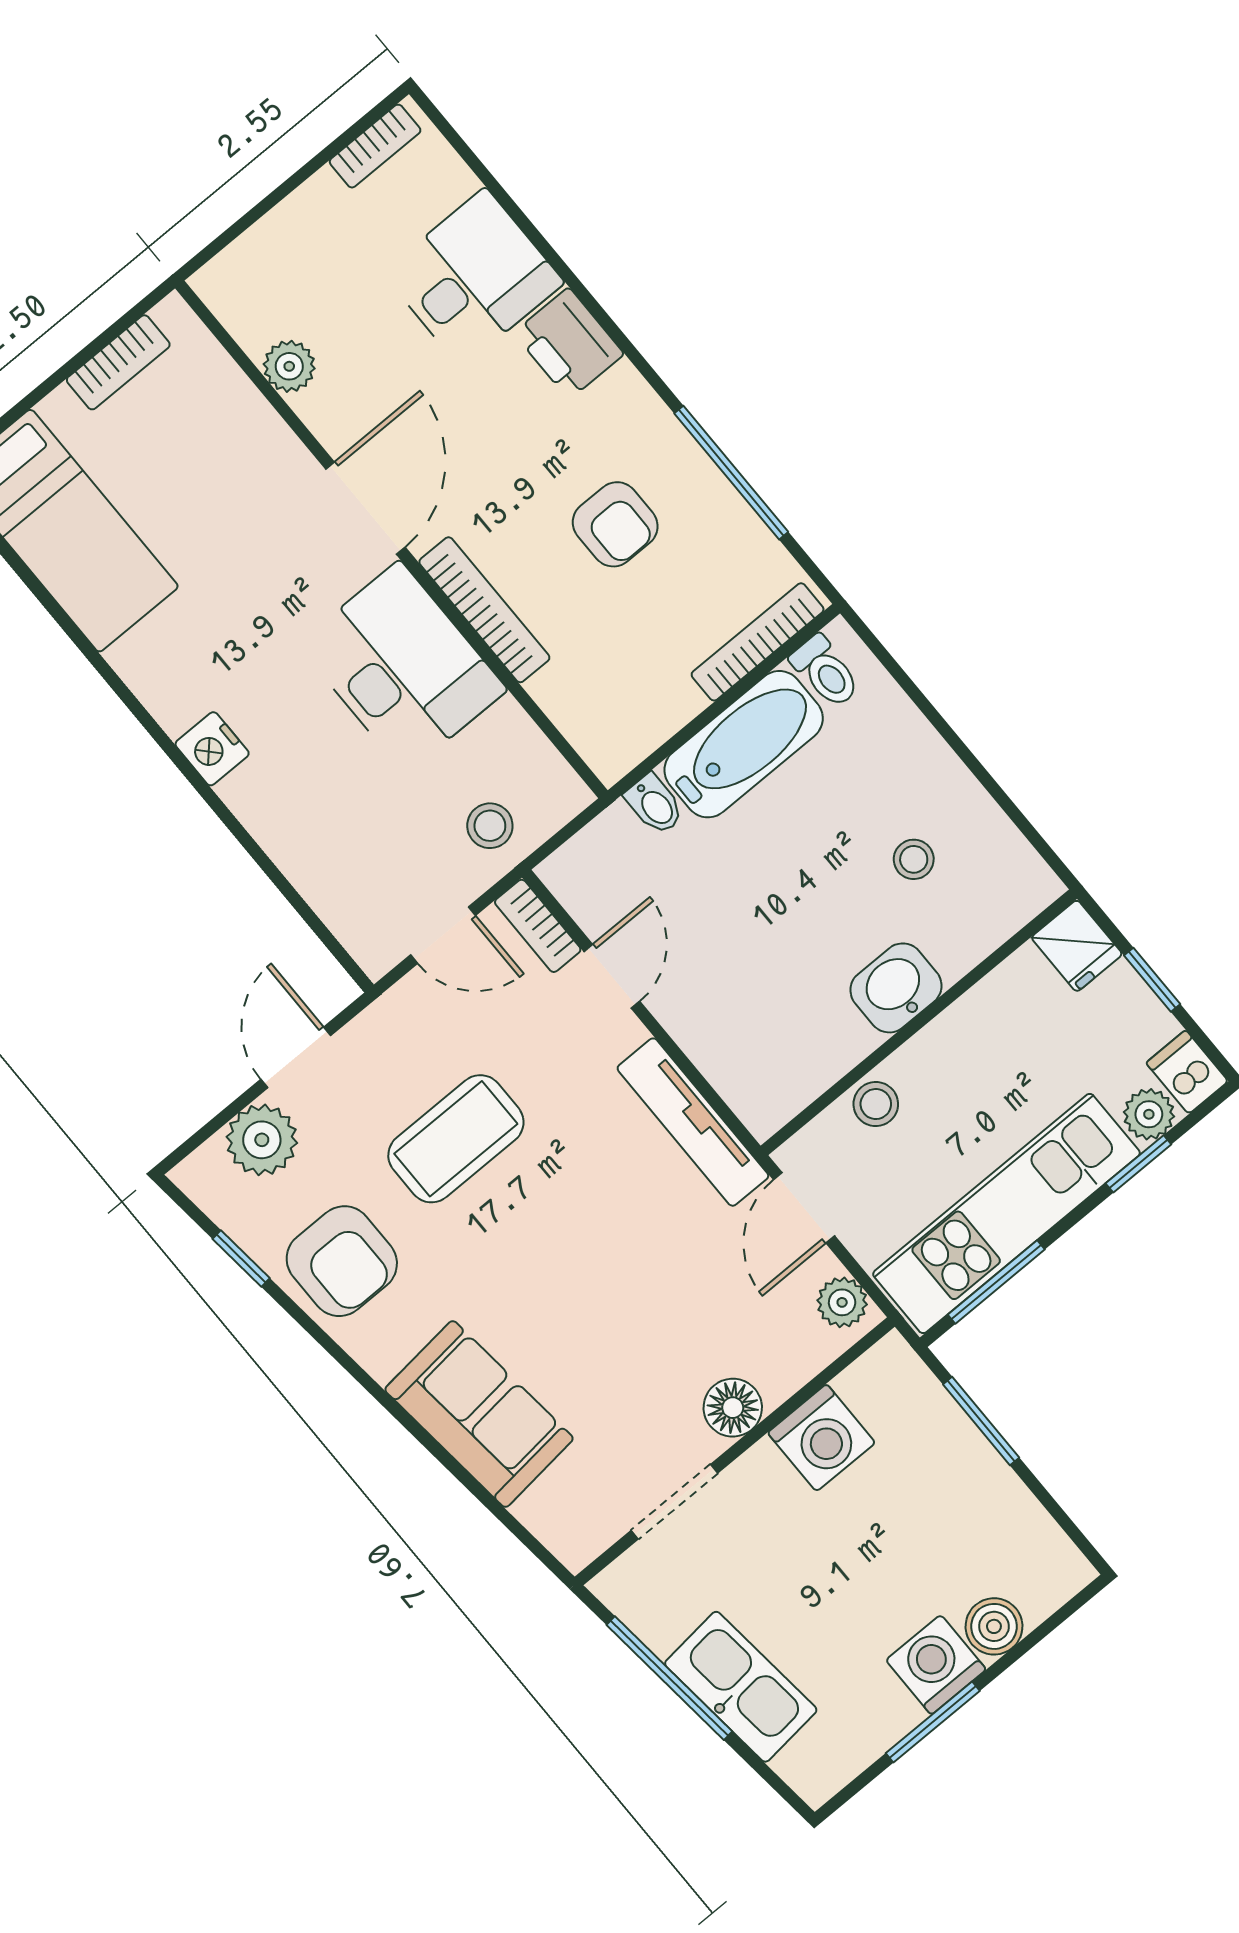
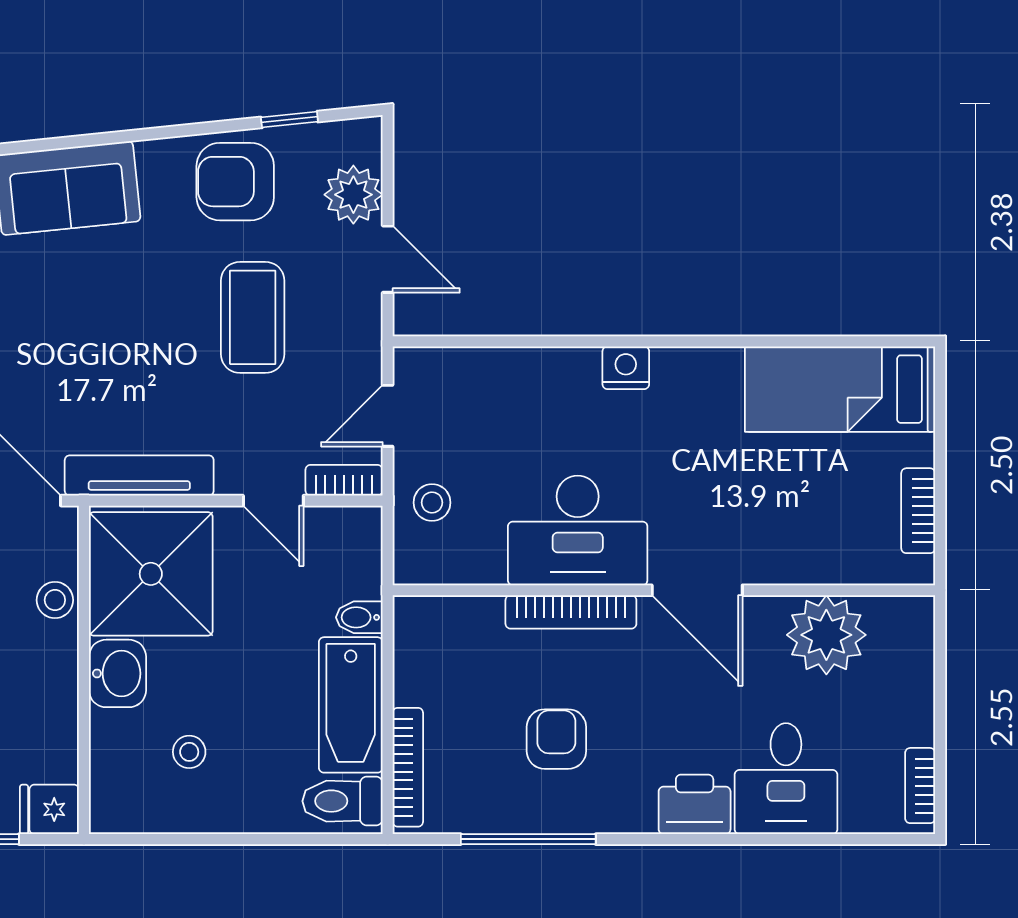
plant: (289, 366) -> (826, 635), width x1.88, depth x1.88
armchair: (615, 524) -> (556, 739), turned 90
toilet: (825, 672) -> (342, 801), width x1.37, depth x1.39
shower: (776, 1034) -> (151, 574), added

